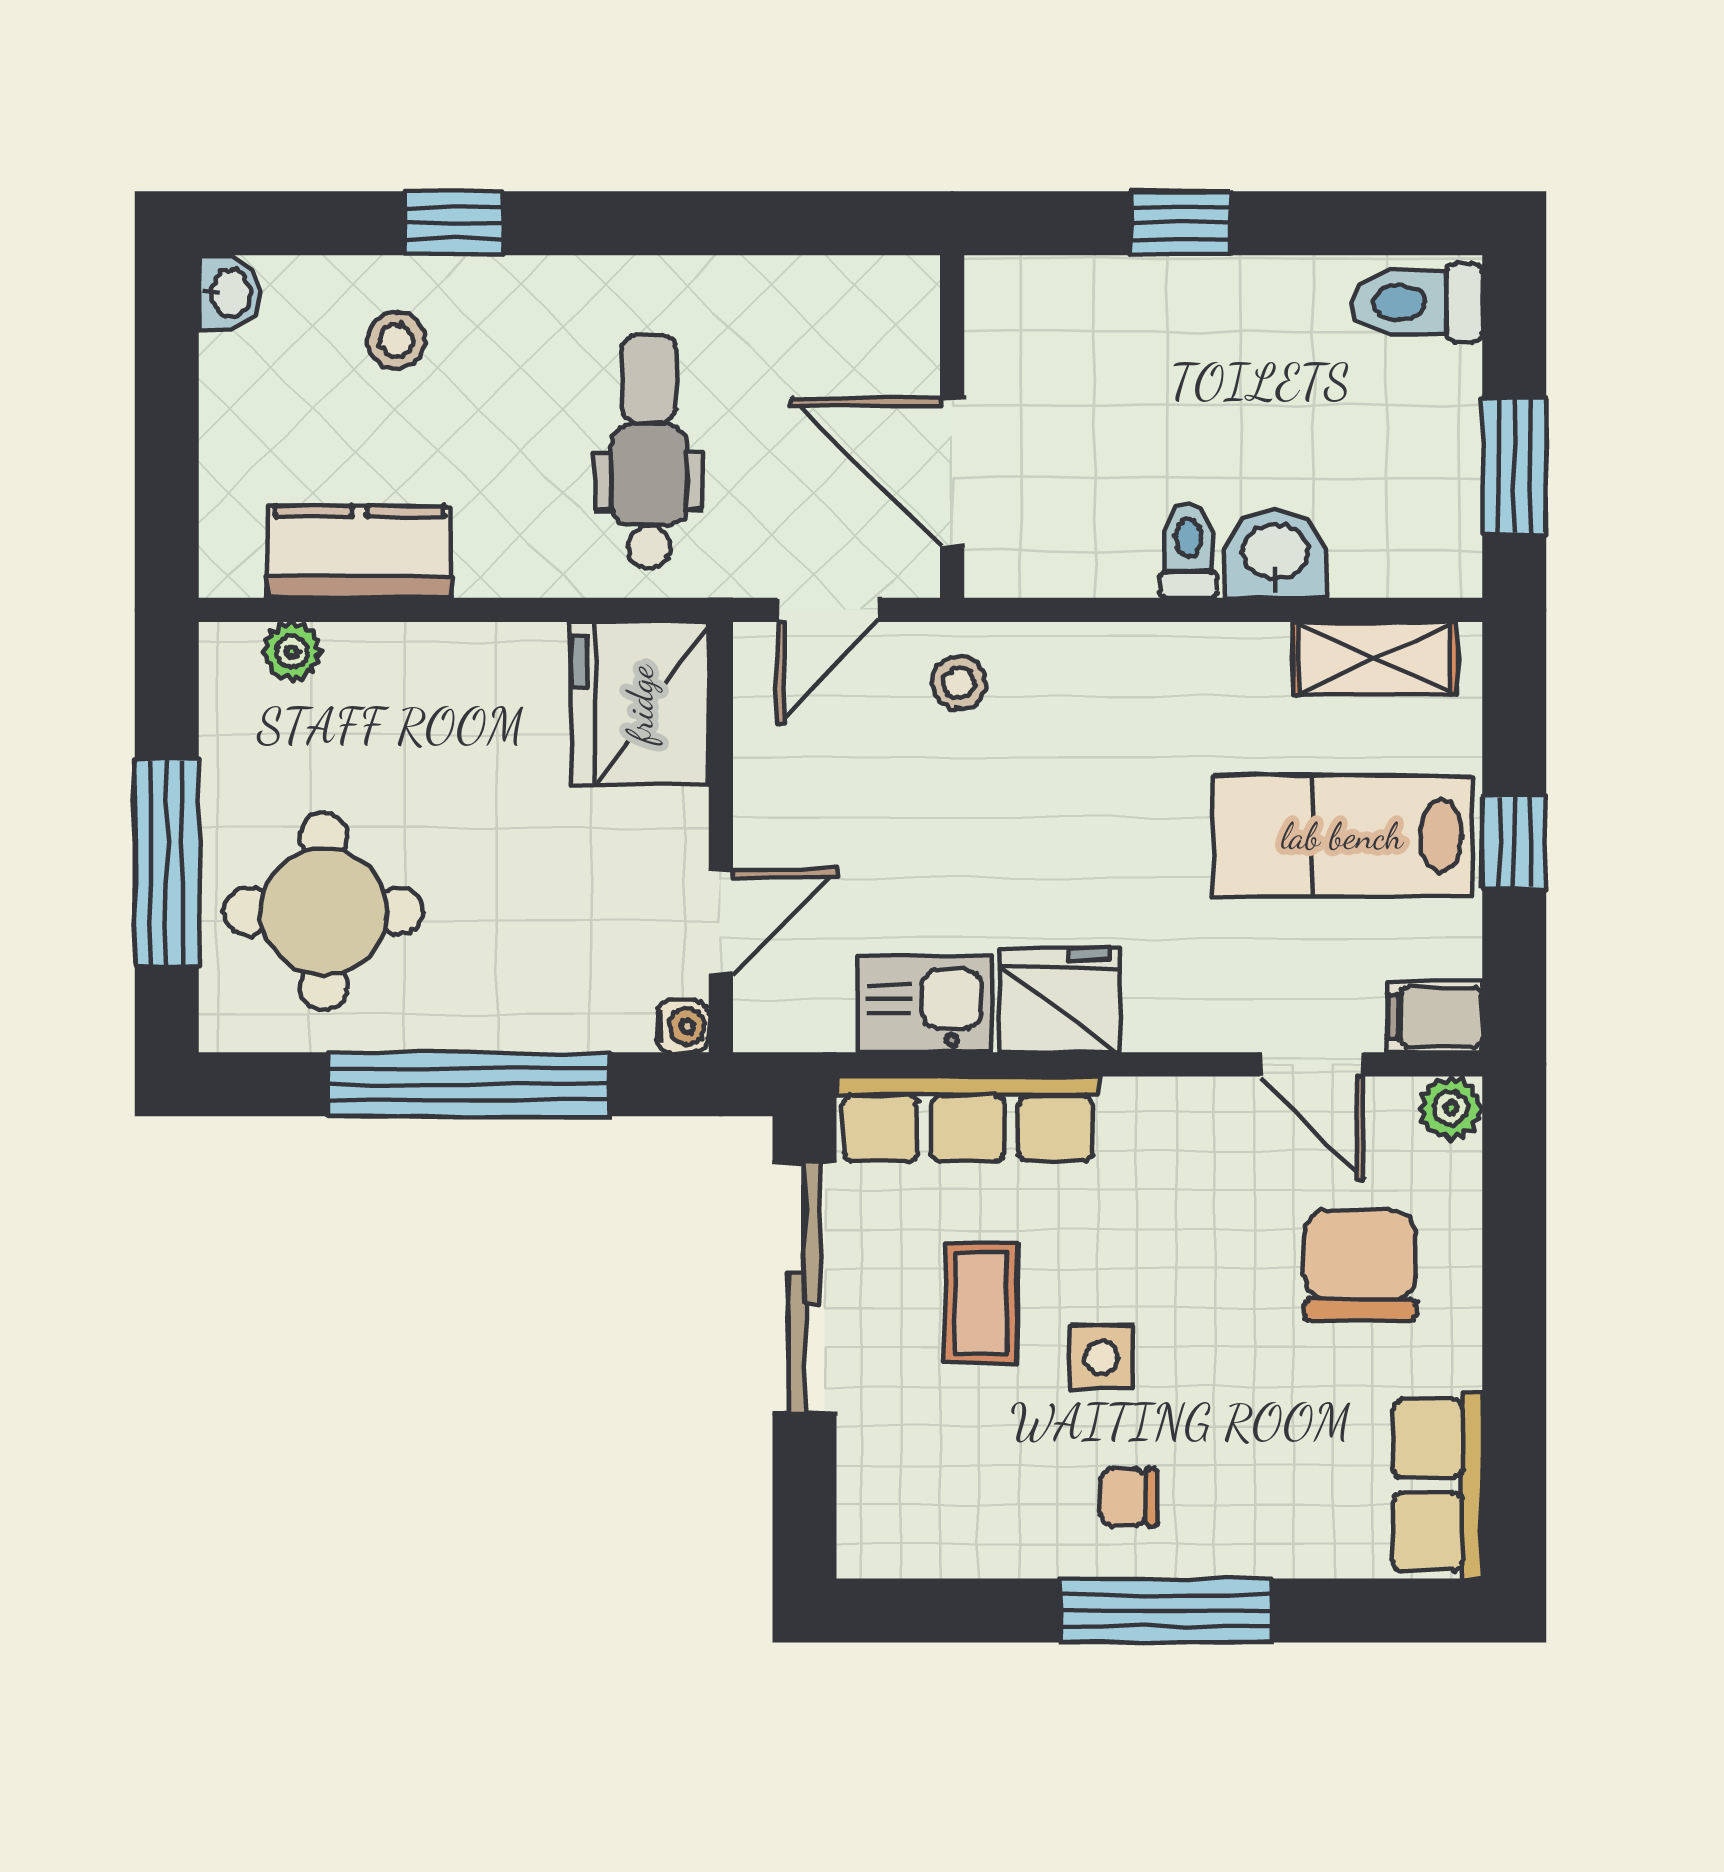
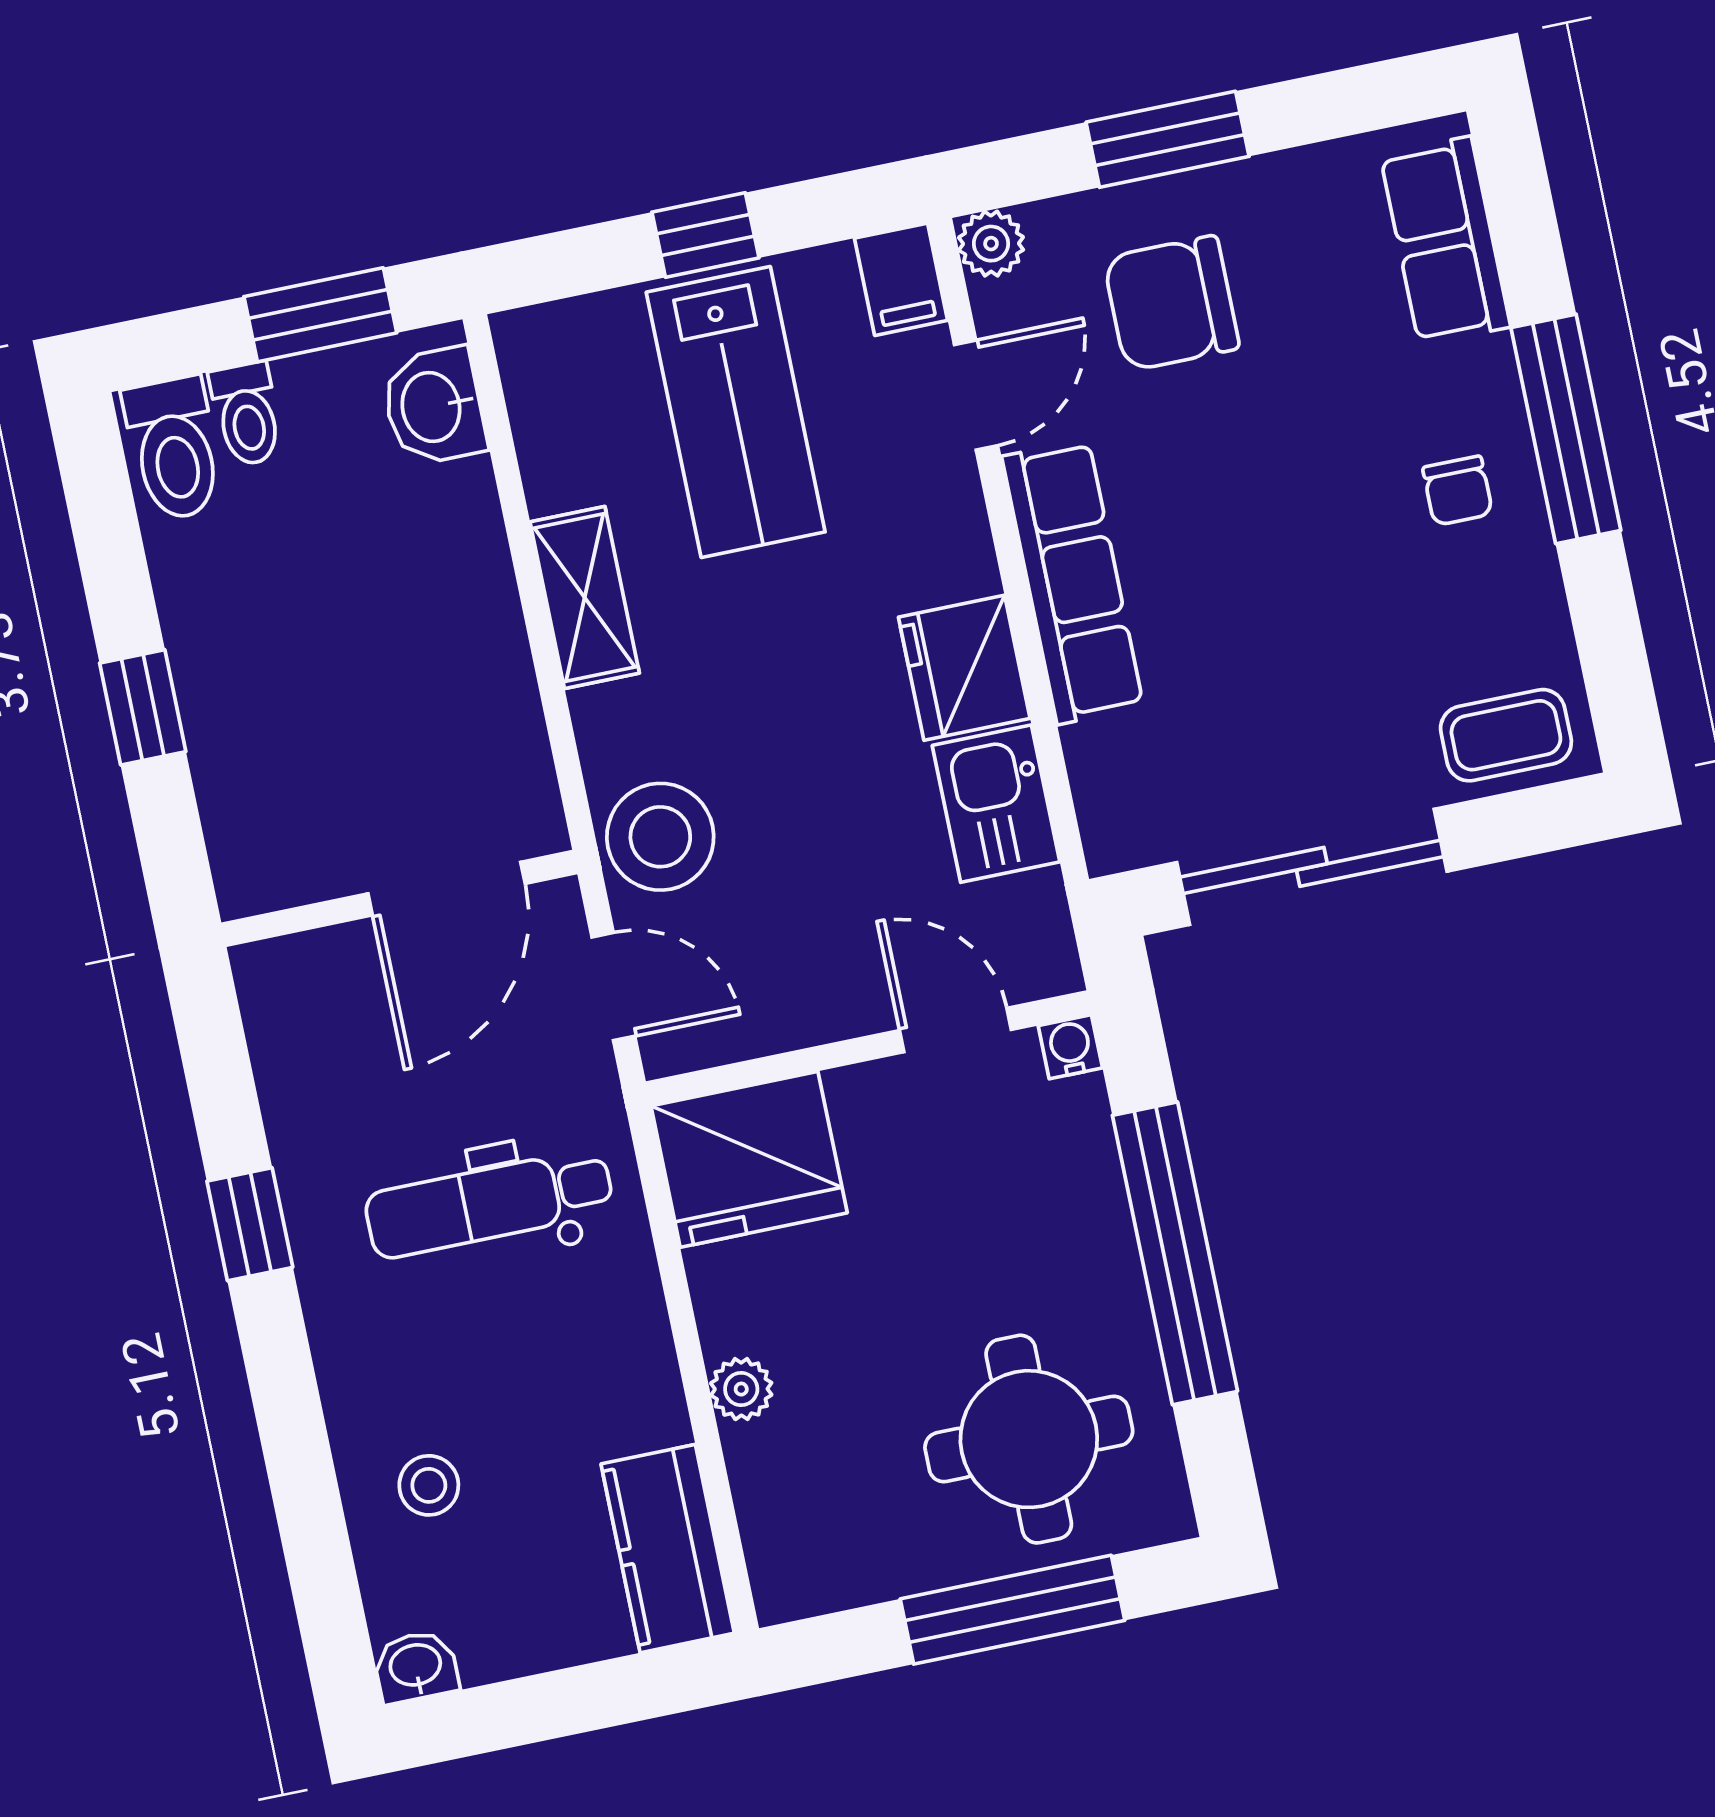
window: (454, 223) -> (250, 1224), moved
toilet: (1188, 551) -> (247, 414), moved, turned -90
kitchen counter: (360, 552) -> (668, 1549), moved
washbasin: (1275, 554) -> (434, 406), moved
plant: (292, 652) -> (741, 1389), moved
shelving: (1374, 658) -> (585, 598), moved
stool: (959, 683) -> (660, 837), width x1.89, depth x1.89
row of seats: (968, 1119) -> (1073, 582), moved
window: (1514, 1293) -> (1168, 139), added
coffee table: (981, 1303) -> (1506, 735), moved
side table: (1101, 1358) -> (1321, 548), removed
row of seats: (1438, 1485) -> (1445, 241), moved, turned 90

